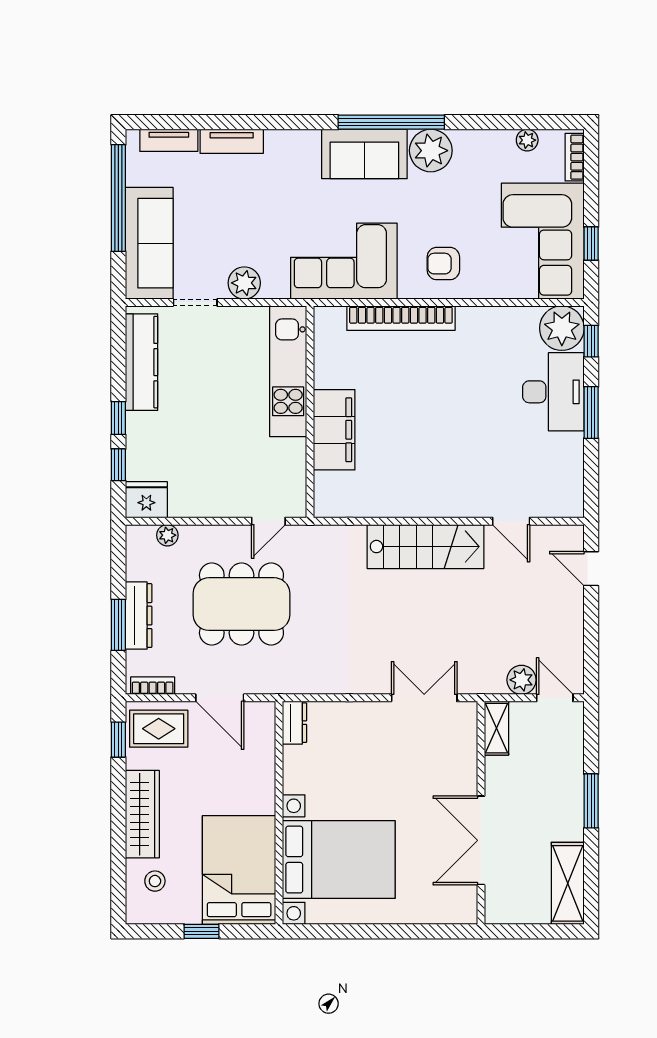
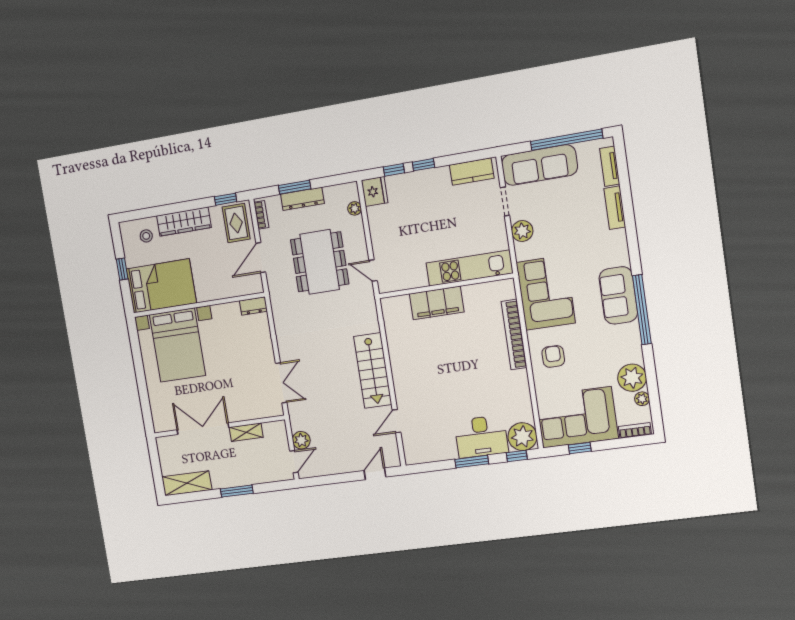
plant: (431, 151) -> (632, 378), moved
kitchen counter: (142, 362) -> (472, 172), width x0.67
shelving: (496, 728) -> (246, 432), moved

